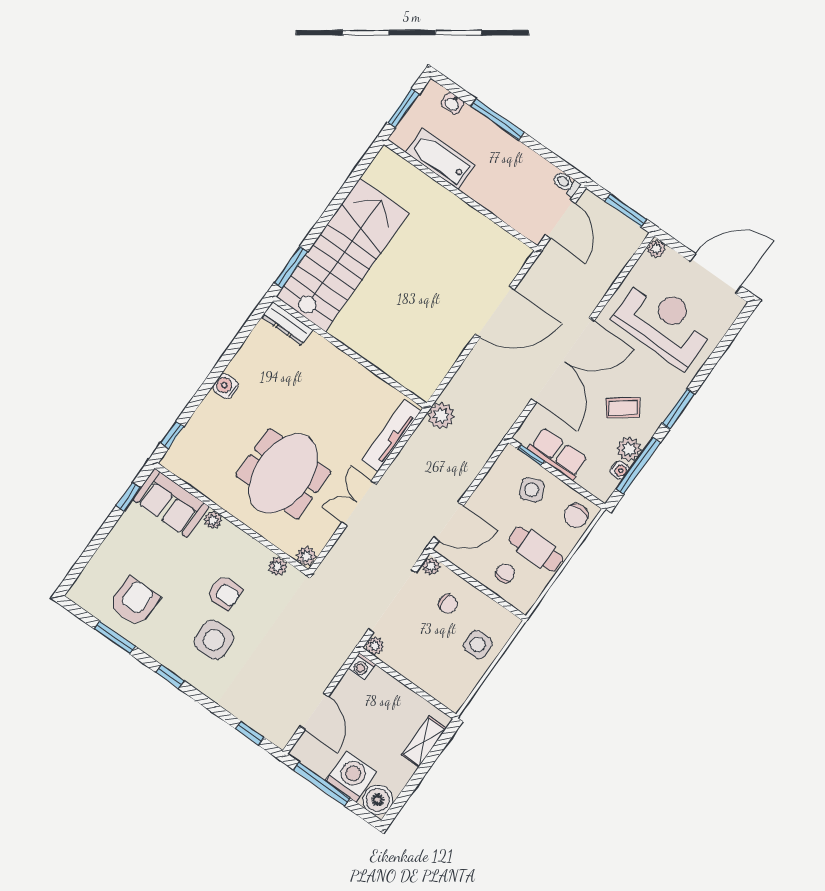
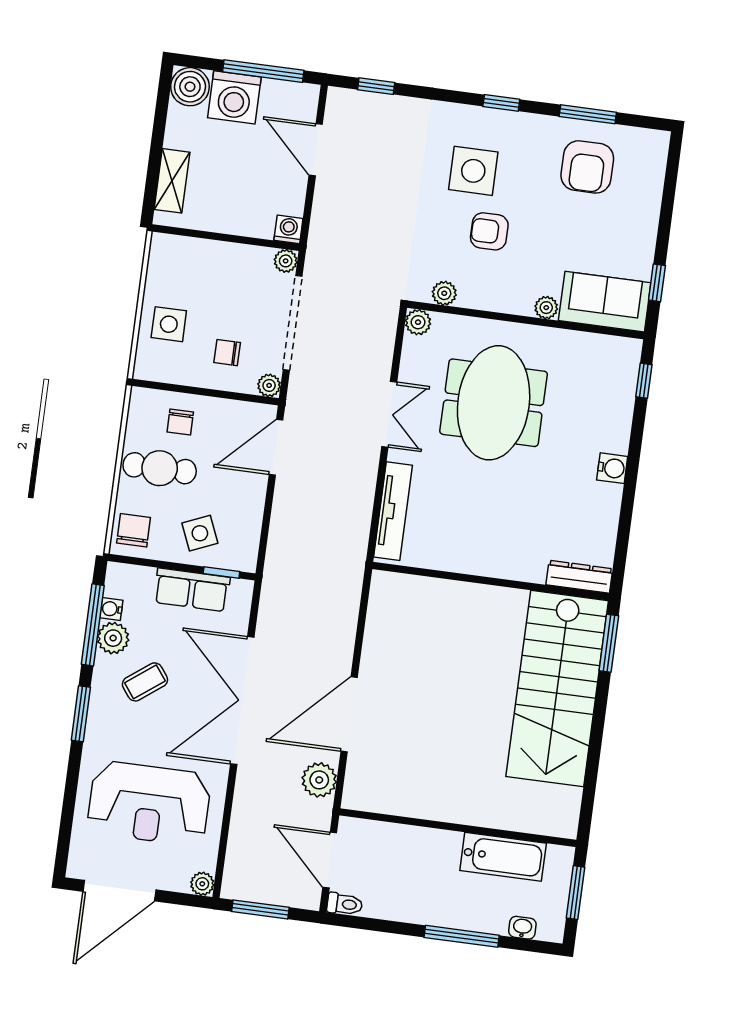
plant: (441, 416) -> (319, 780), moved

